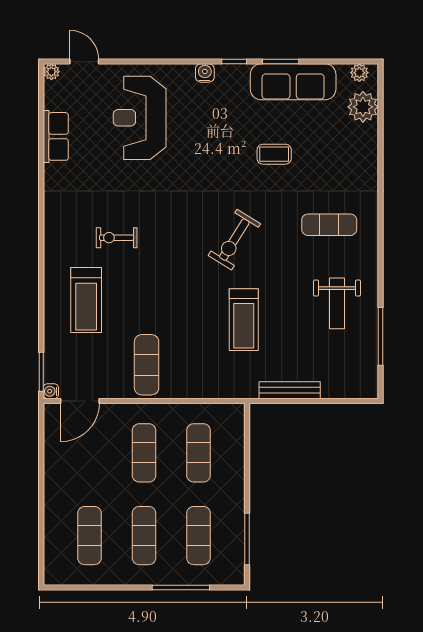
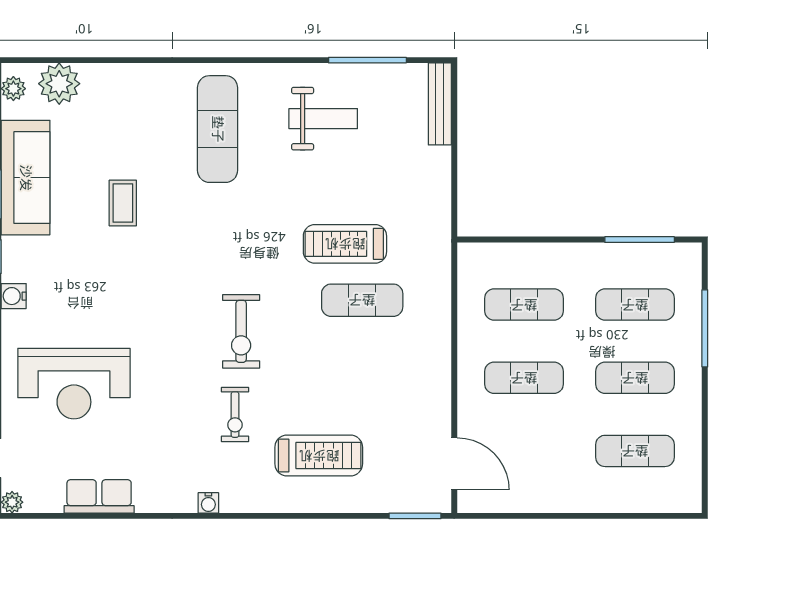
exercise mat: (329, 225) -> (218, 129), width x1.36, depth x1.45
exercise bike: (234, 240) -> (241, 331), moved, turned 58
treadmill: (244, 320) -> (345, 244), turned 180
exercise mat: (147, 365) -> (362, 300), moved
bench: (290, 390) -> (440, 104), moved
water cooler: (51, 391) -> (208, 503), moved

